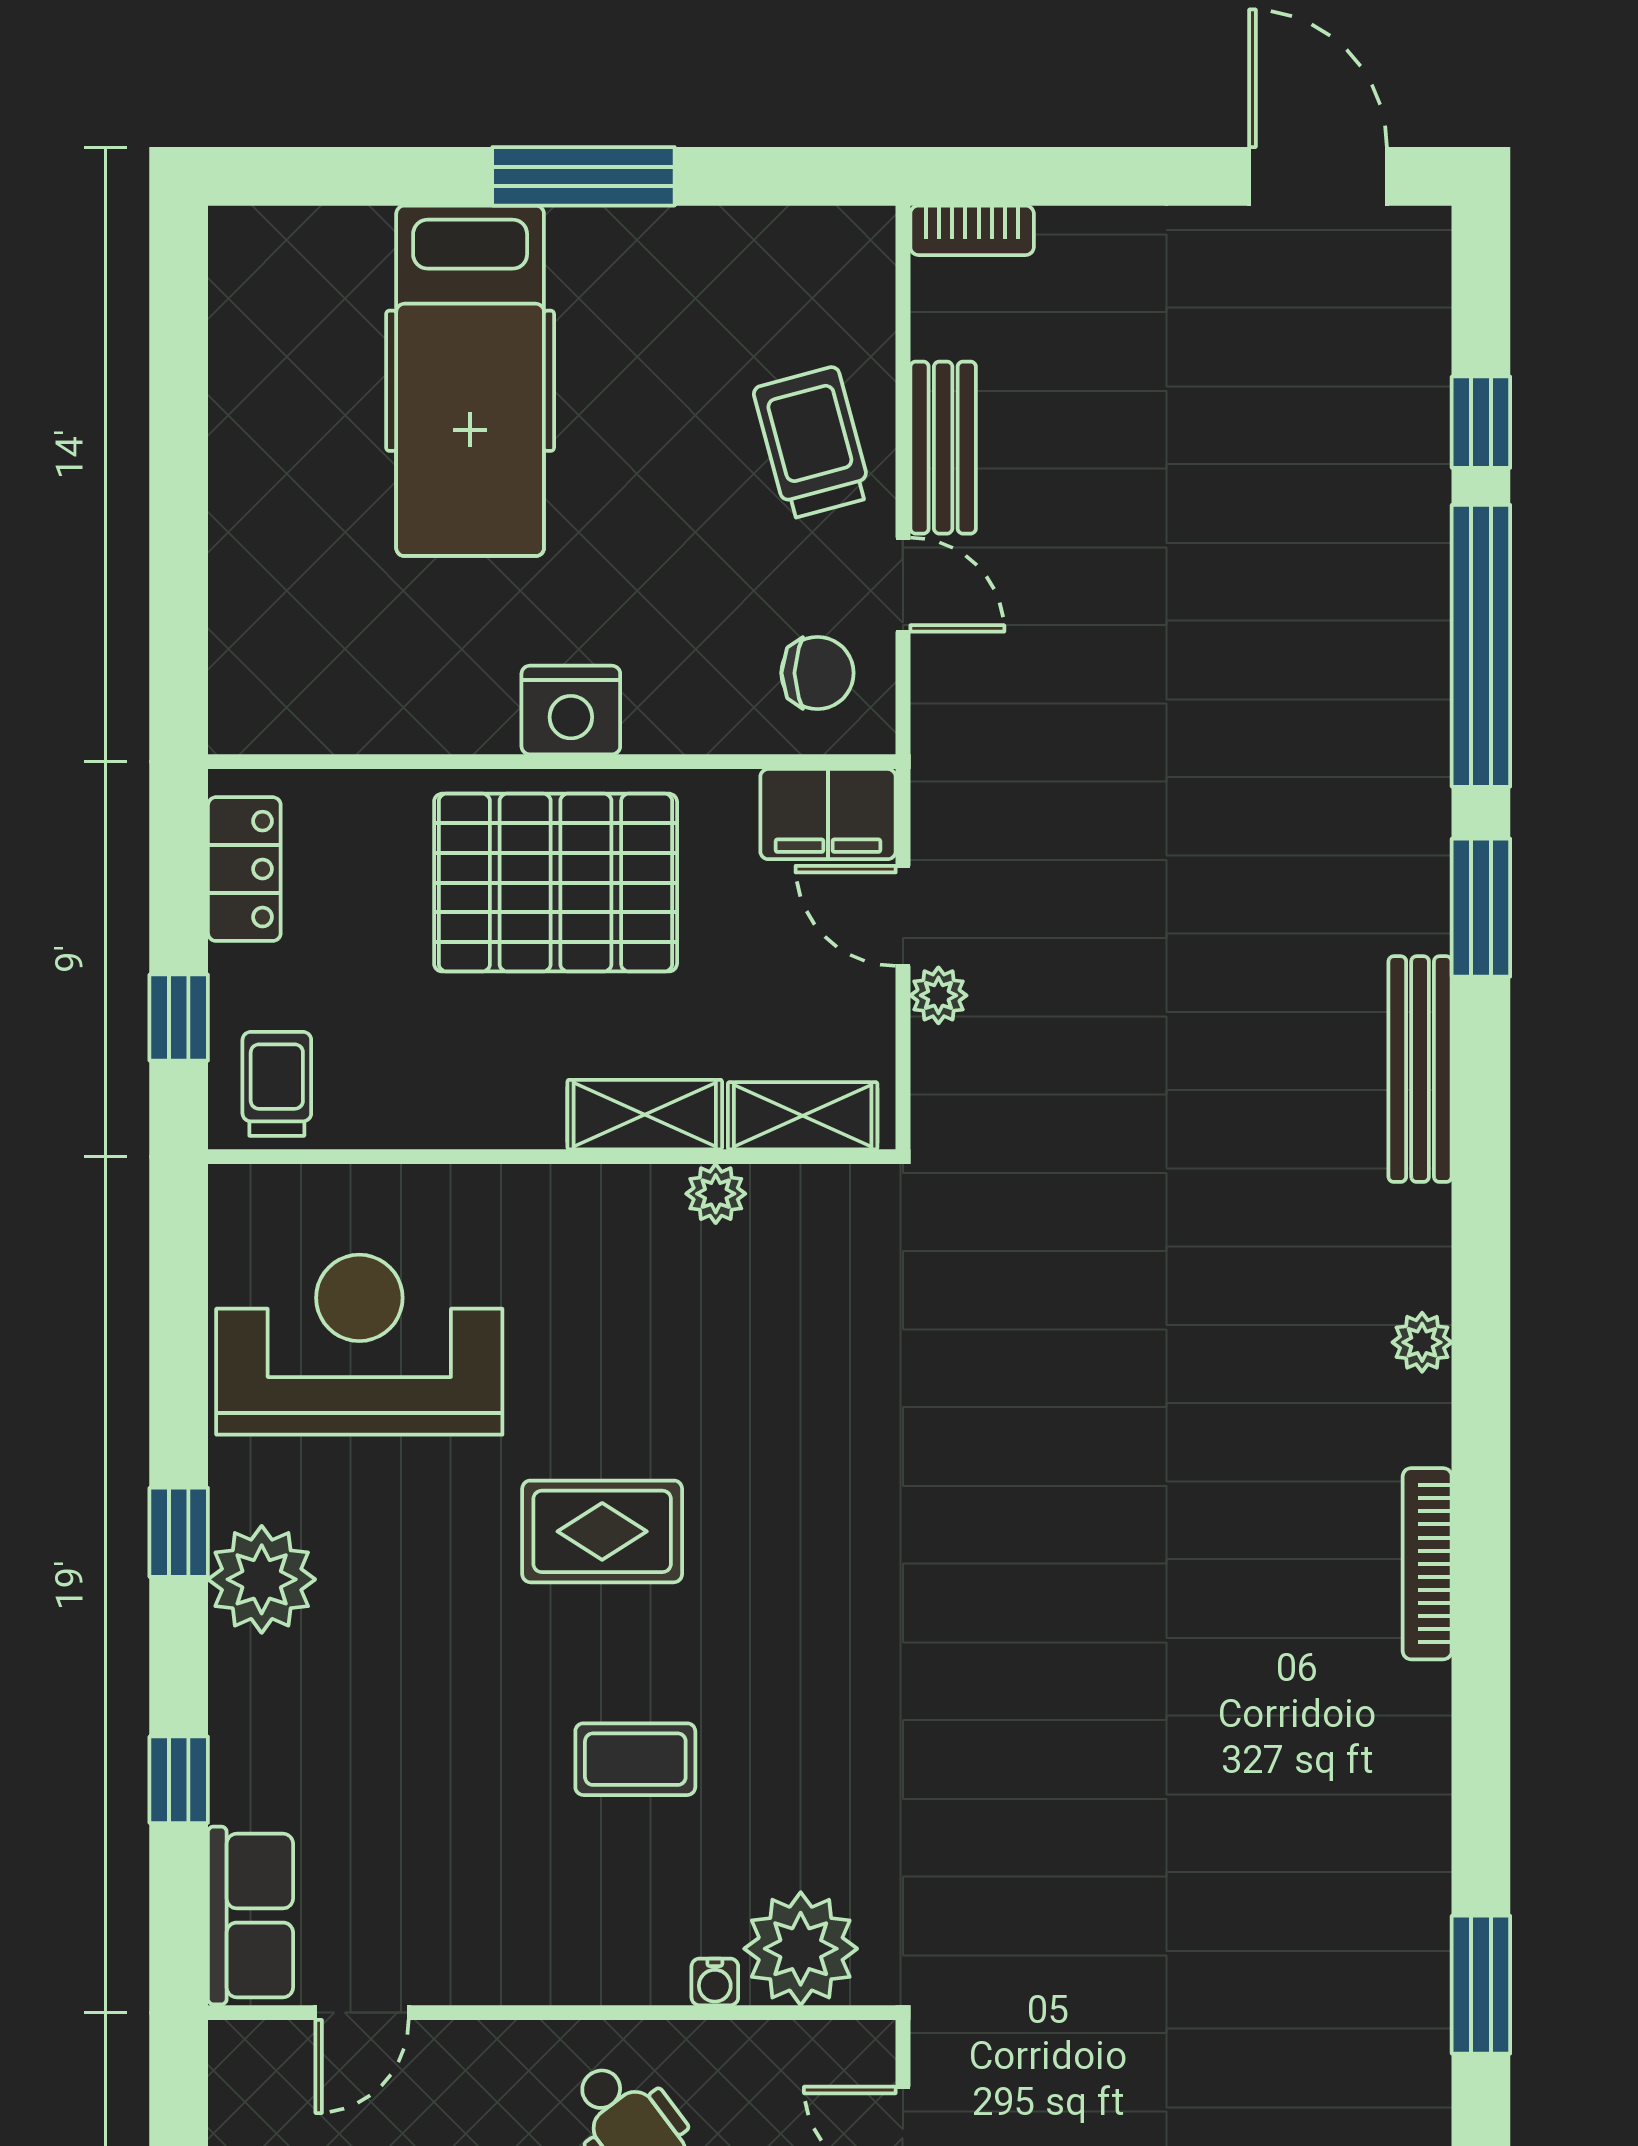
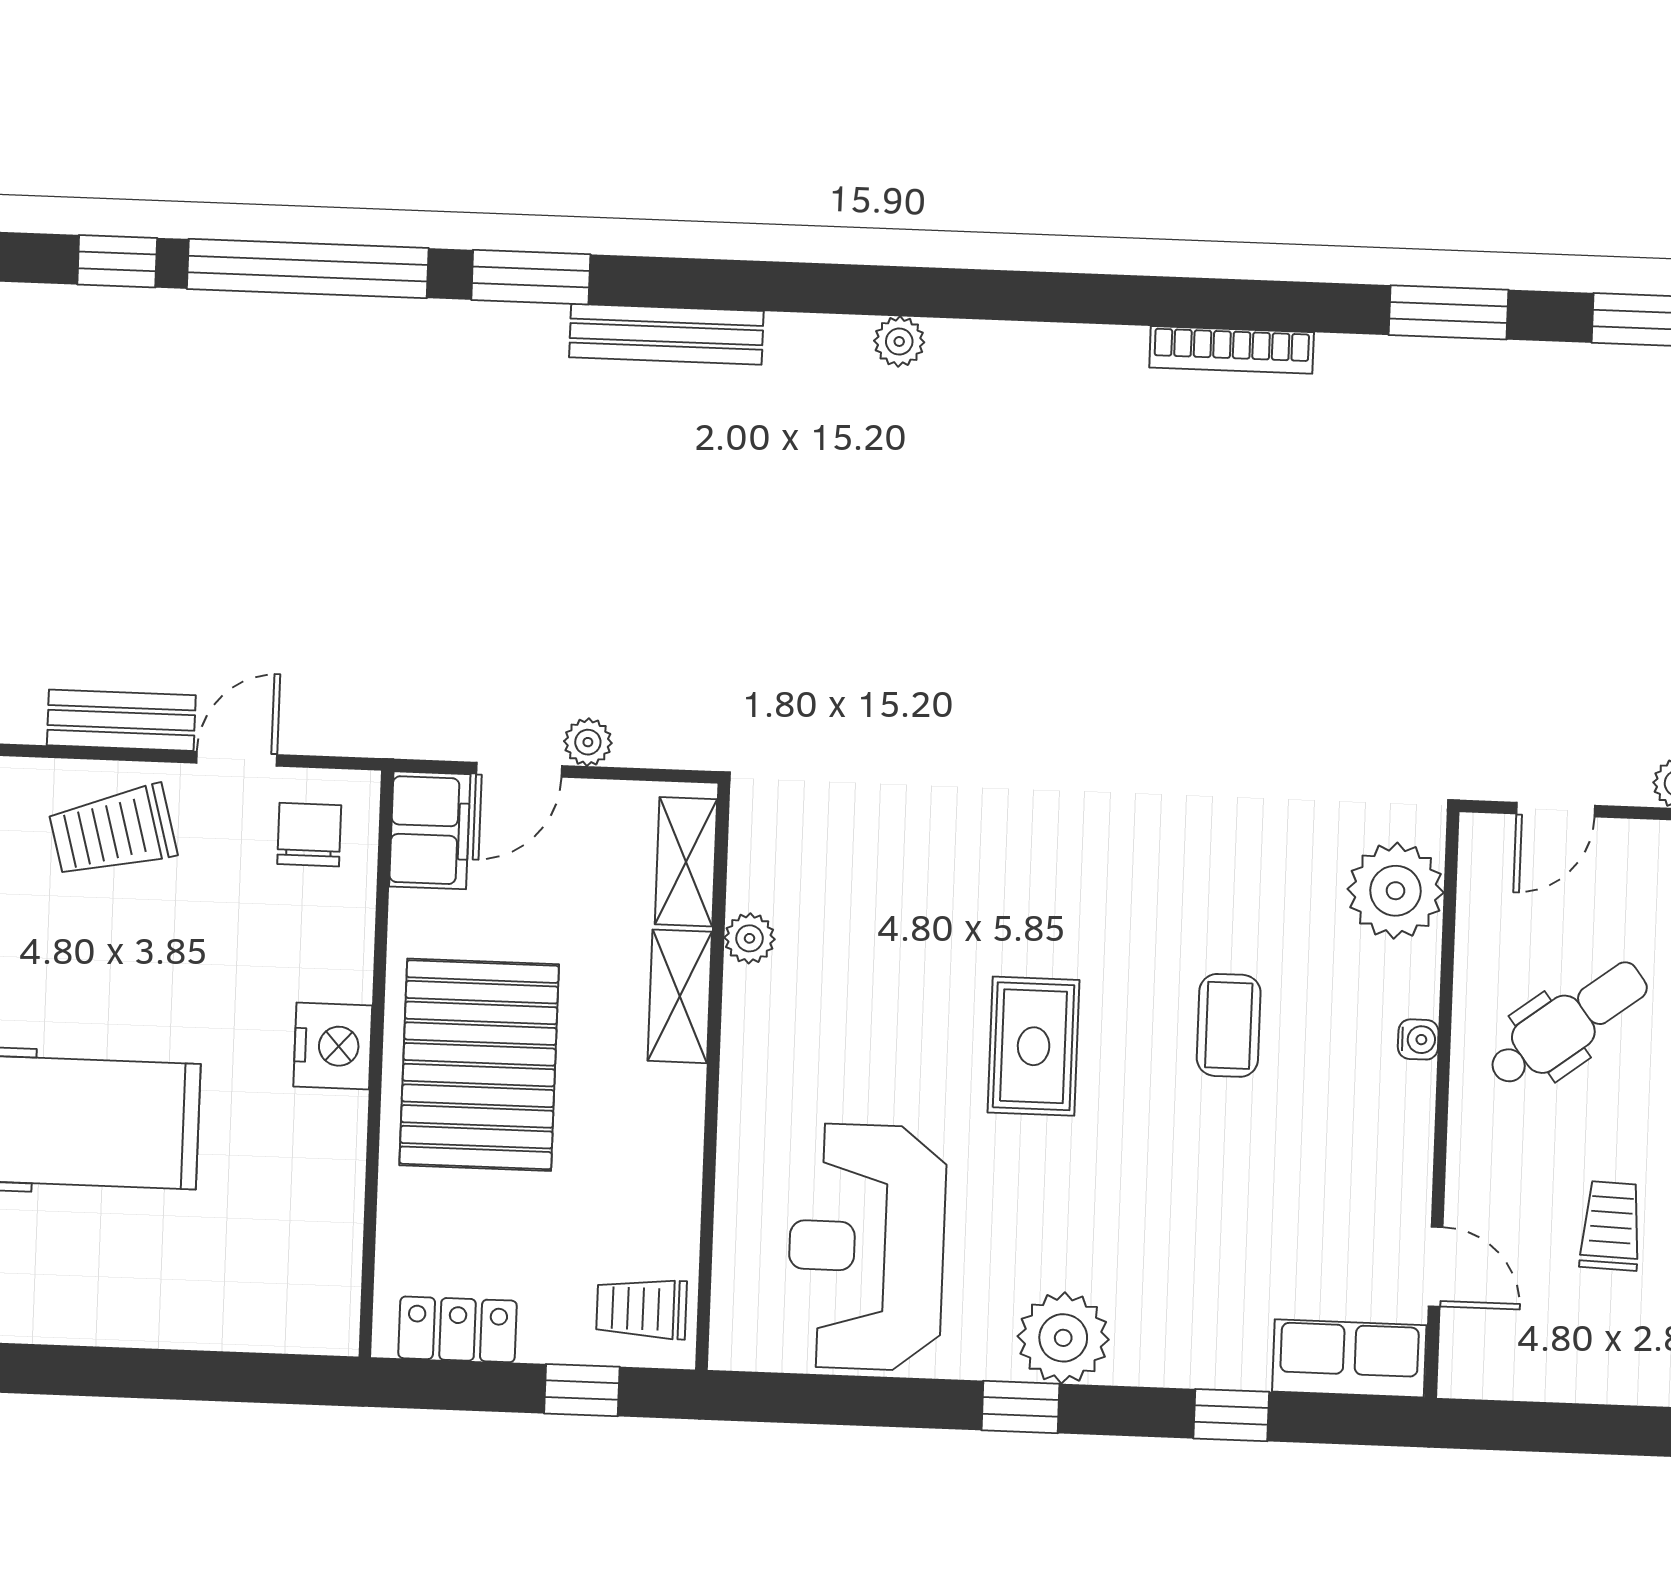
bookcase: (1427, 1564) -> (1232, 350), moved
water cooler: (715, 1982) -> (1418, 1039), moved

